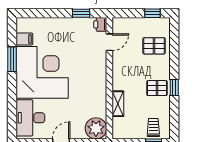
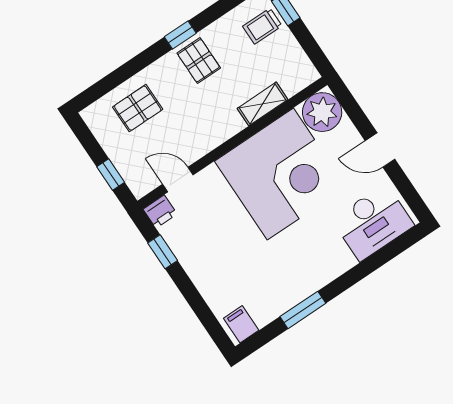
window: (152, 13) -> (111, 174), moved
filing cabinet: (24, 39) -> (241, 324), moved
pallet: (154, 46) -> (138, 108), turned 90
corner desk: (42, 72) -> (280, 174), moved, turned 180

